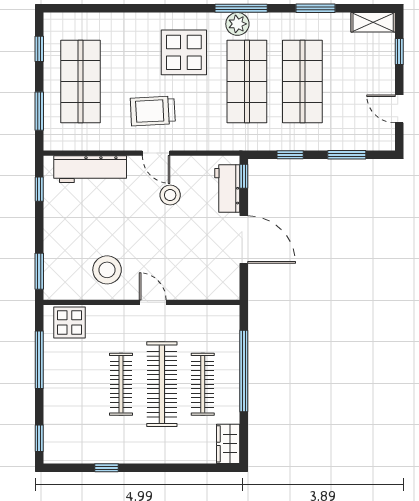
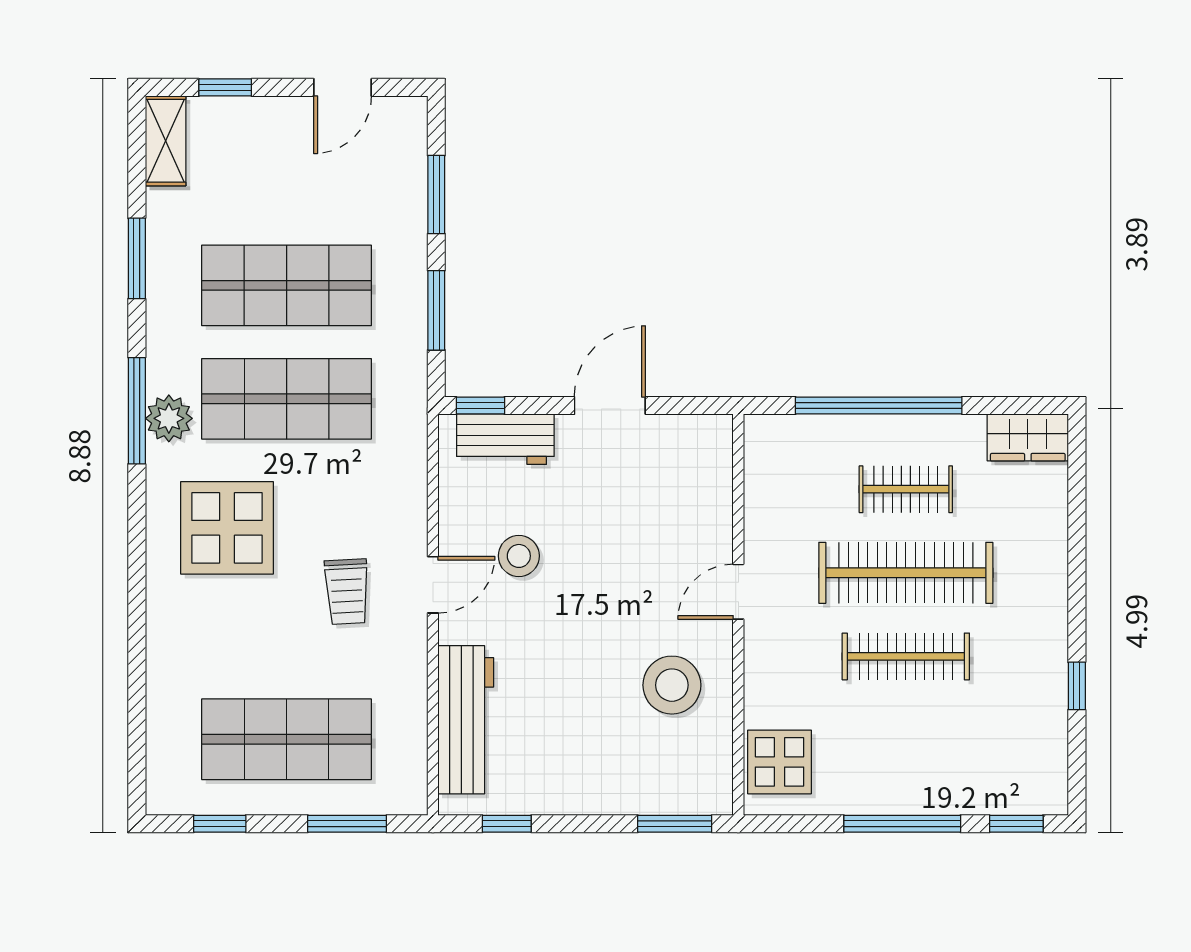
trolley: (153, 111) -> (347, 592), width x0.73, depth x0.72
window: (290, 155) -> (436, 310), width x1.50
door: (244, 240) -> (610, 406), width x0.73
window: (39, 360) -> (902, 824), moved
clothes rail: (203, 384) -> (906, 489), width x0.73

